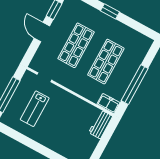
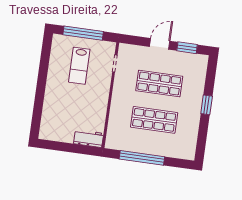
freezer: (108, 104) -> (113, 138), removed
lab bench: (35, 109) -> (79, 66), turned -90

